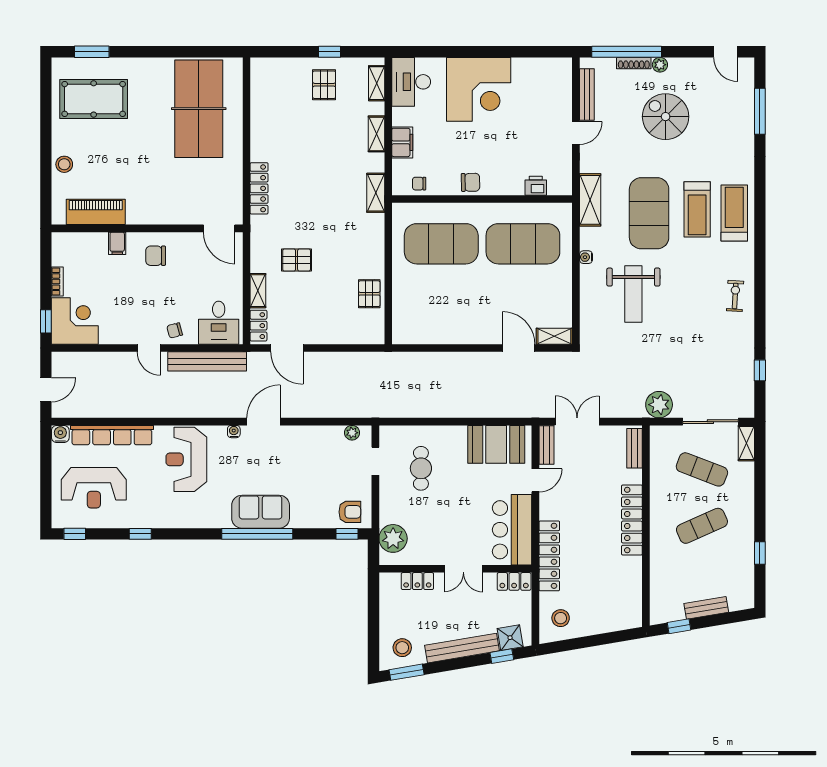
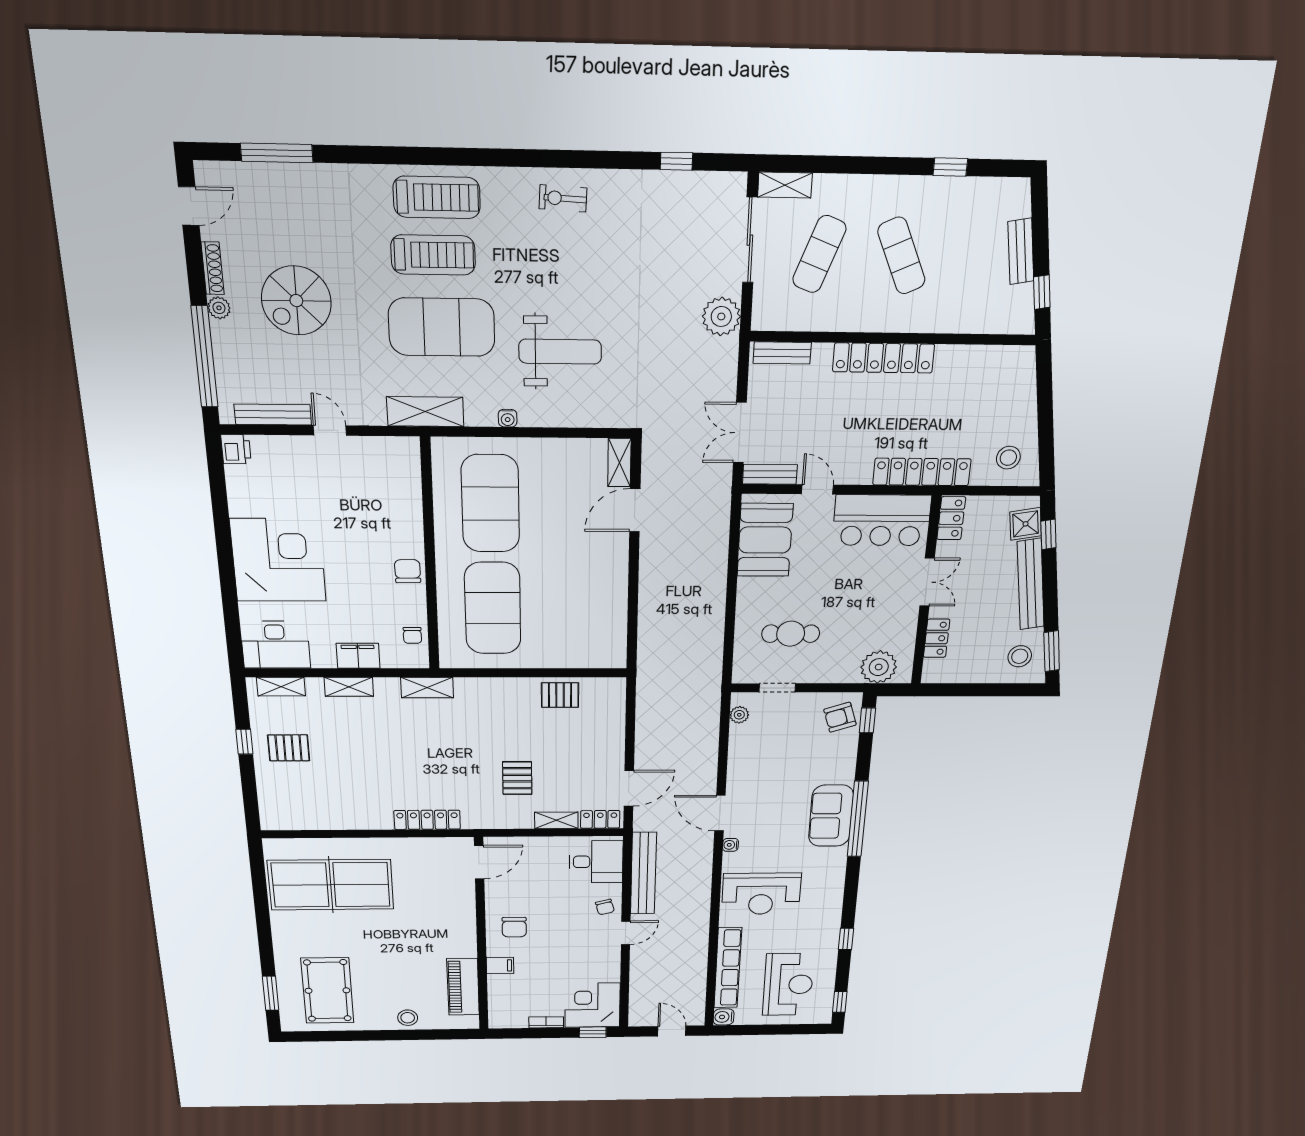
shoe rack: (634, 63) -> (213, 268), moved
printer: (536, 186) -> (236, 449), moved, turned 180
treadmill: (734, 213) -> (437, 197), turned 180
armchair: (350, 512) -> (840, 717), turned -108

